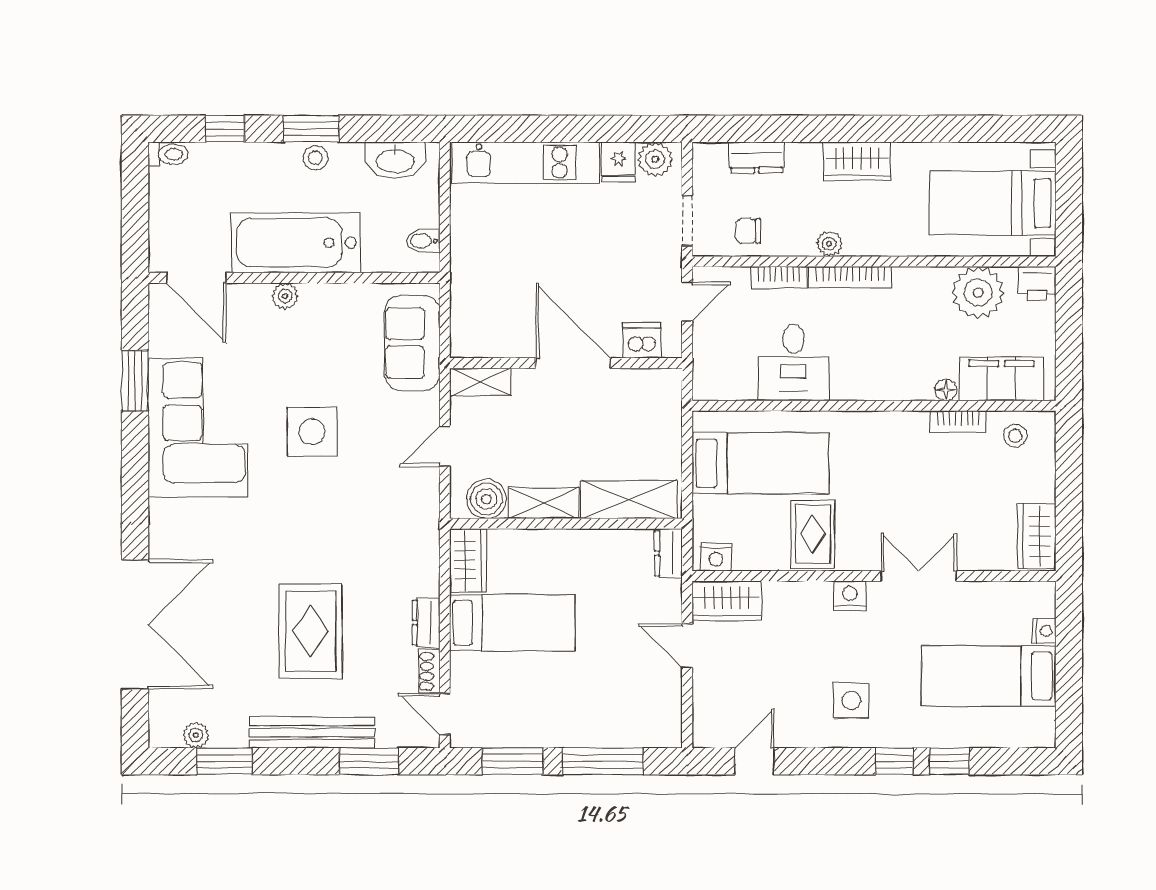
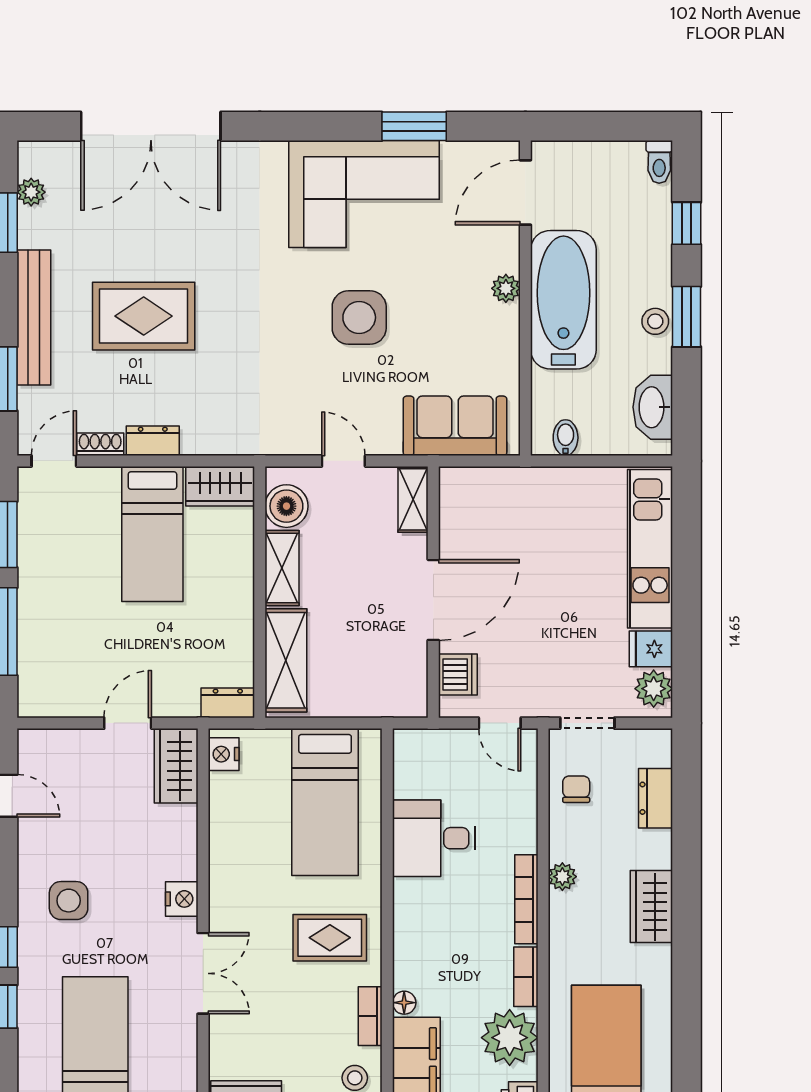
bookcase: (779, 277) -> (526, 977), moved
rug: (813, 534) -> (330, 938), moved

